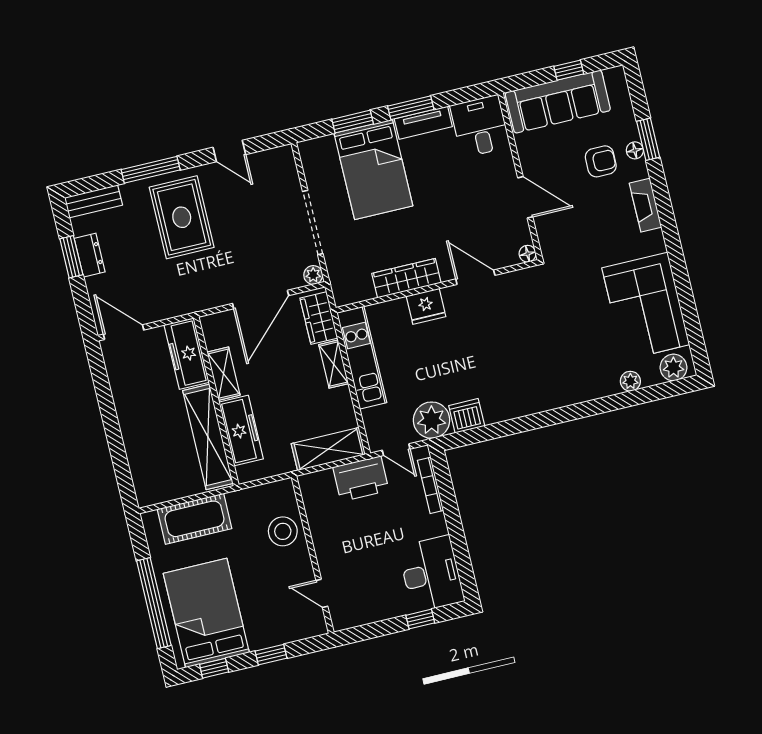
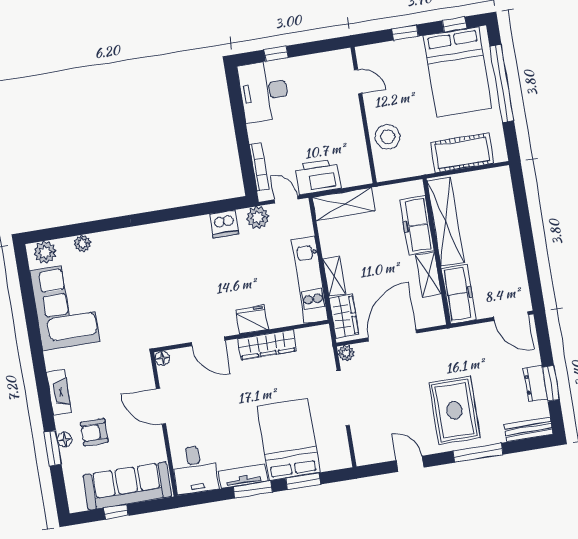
plant: (432, 420) -> (258, 218), width x0.73, depth x0.73

